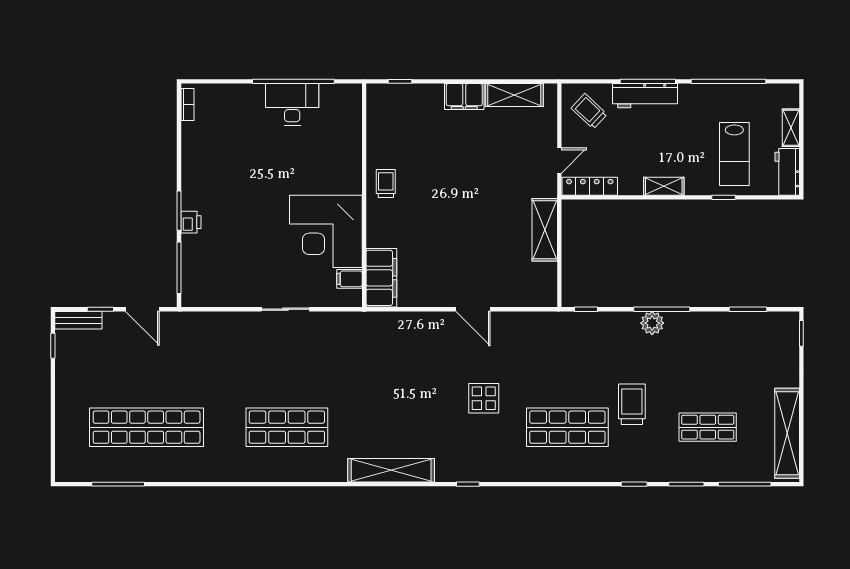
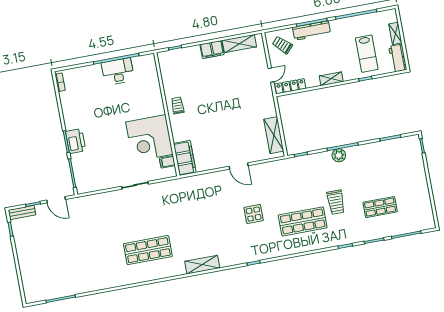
printer: (191, 222) -> (76, 141), width x1.87, depth x1.48
shelving: (545, 230) -> (274, 135), moved
trolley: (632, 404) -> (336, 202), turned 180
shop shelf: (147, 427) -> (70, 264), removed
shelving: (787, 433) -> (424, 202), removed
shelving: (391, 470) -> (202, 265), width x0.68

